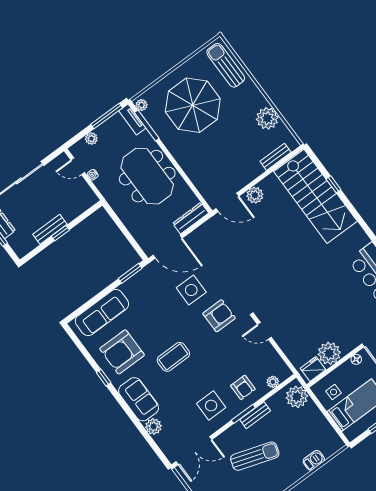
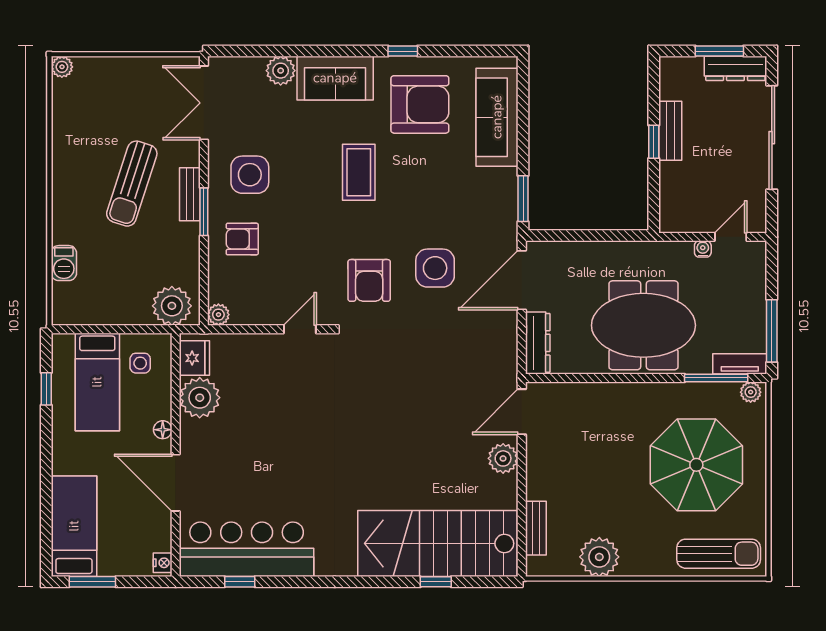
plant: (91, 139) -> (756, 285), removed
armchair: (122, 352) -> (420, 104), turned 90
plant: (273, 382) -> (218, 315), moved
bench: (255, 415) -> (190, 194), moved

